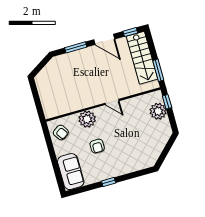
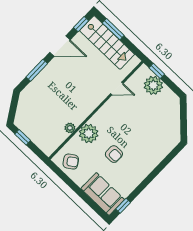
window: (158, 70) -> (113, 29), moved
window: (35, 92) -> (23, 137), added
door: (112, 102) -> (117, 88), moved
plant: (75, 106) -> (70, 128), added
window: (109, 182) -> (123, 206), moved

